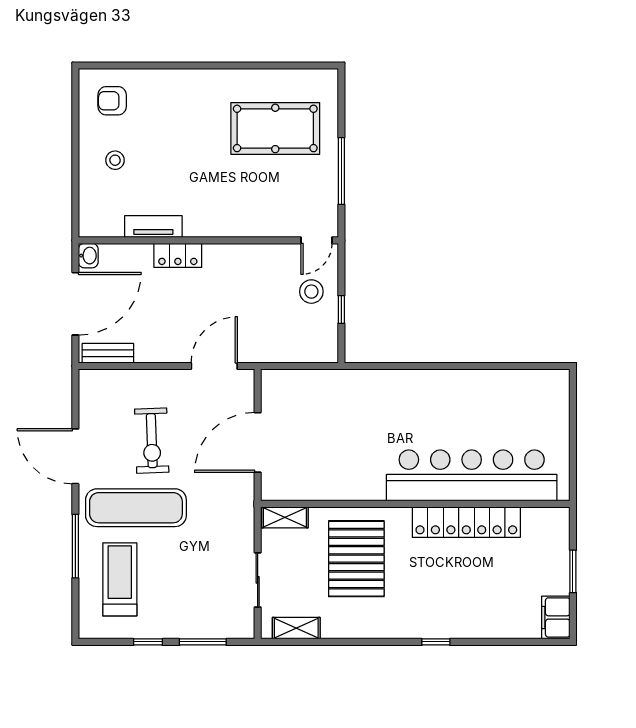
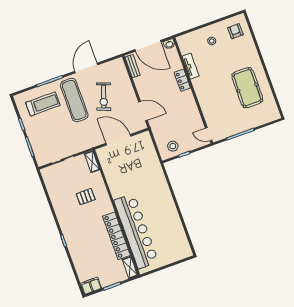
pool table: (275, 128) -> (247, 88), moved
stool: (311, 292) -> (173, 146), moved
exercise bike: (152, 441) -> (104, 97), turned -69
pallet: (356, 559) -> (86, 197), width x0.49, depth x0.50
shelving: (296, 628) -> (130, 267), moved

